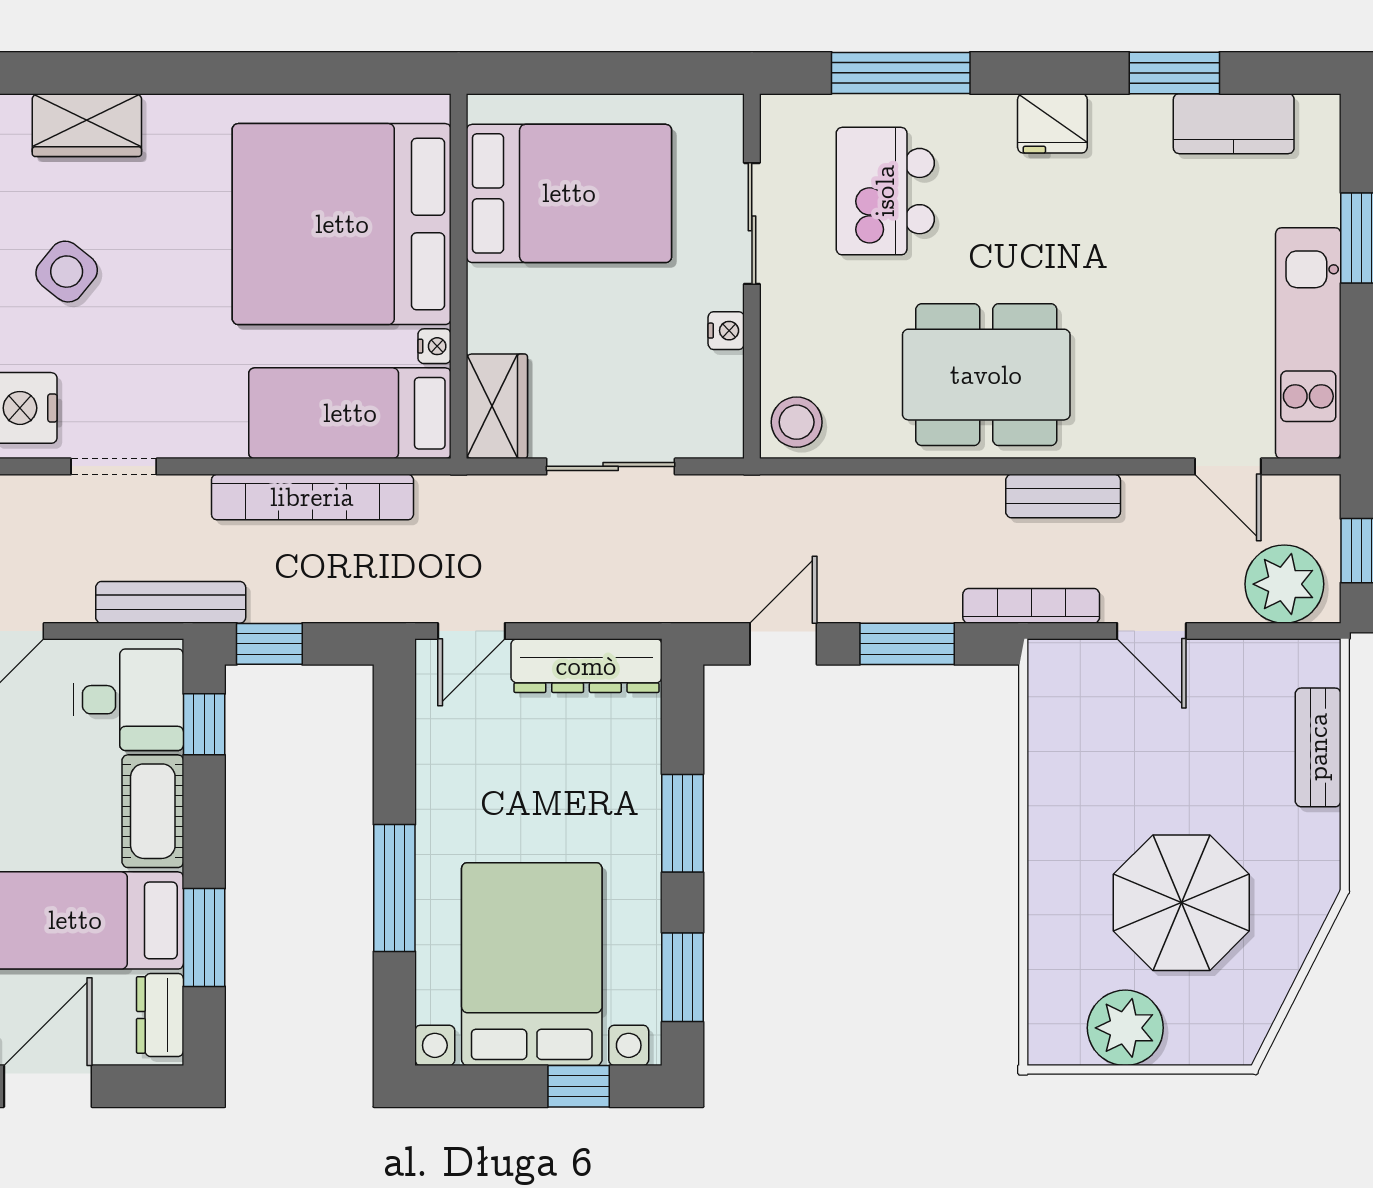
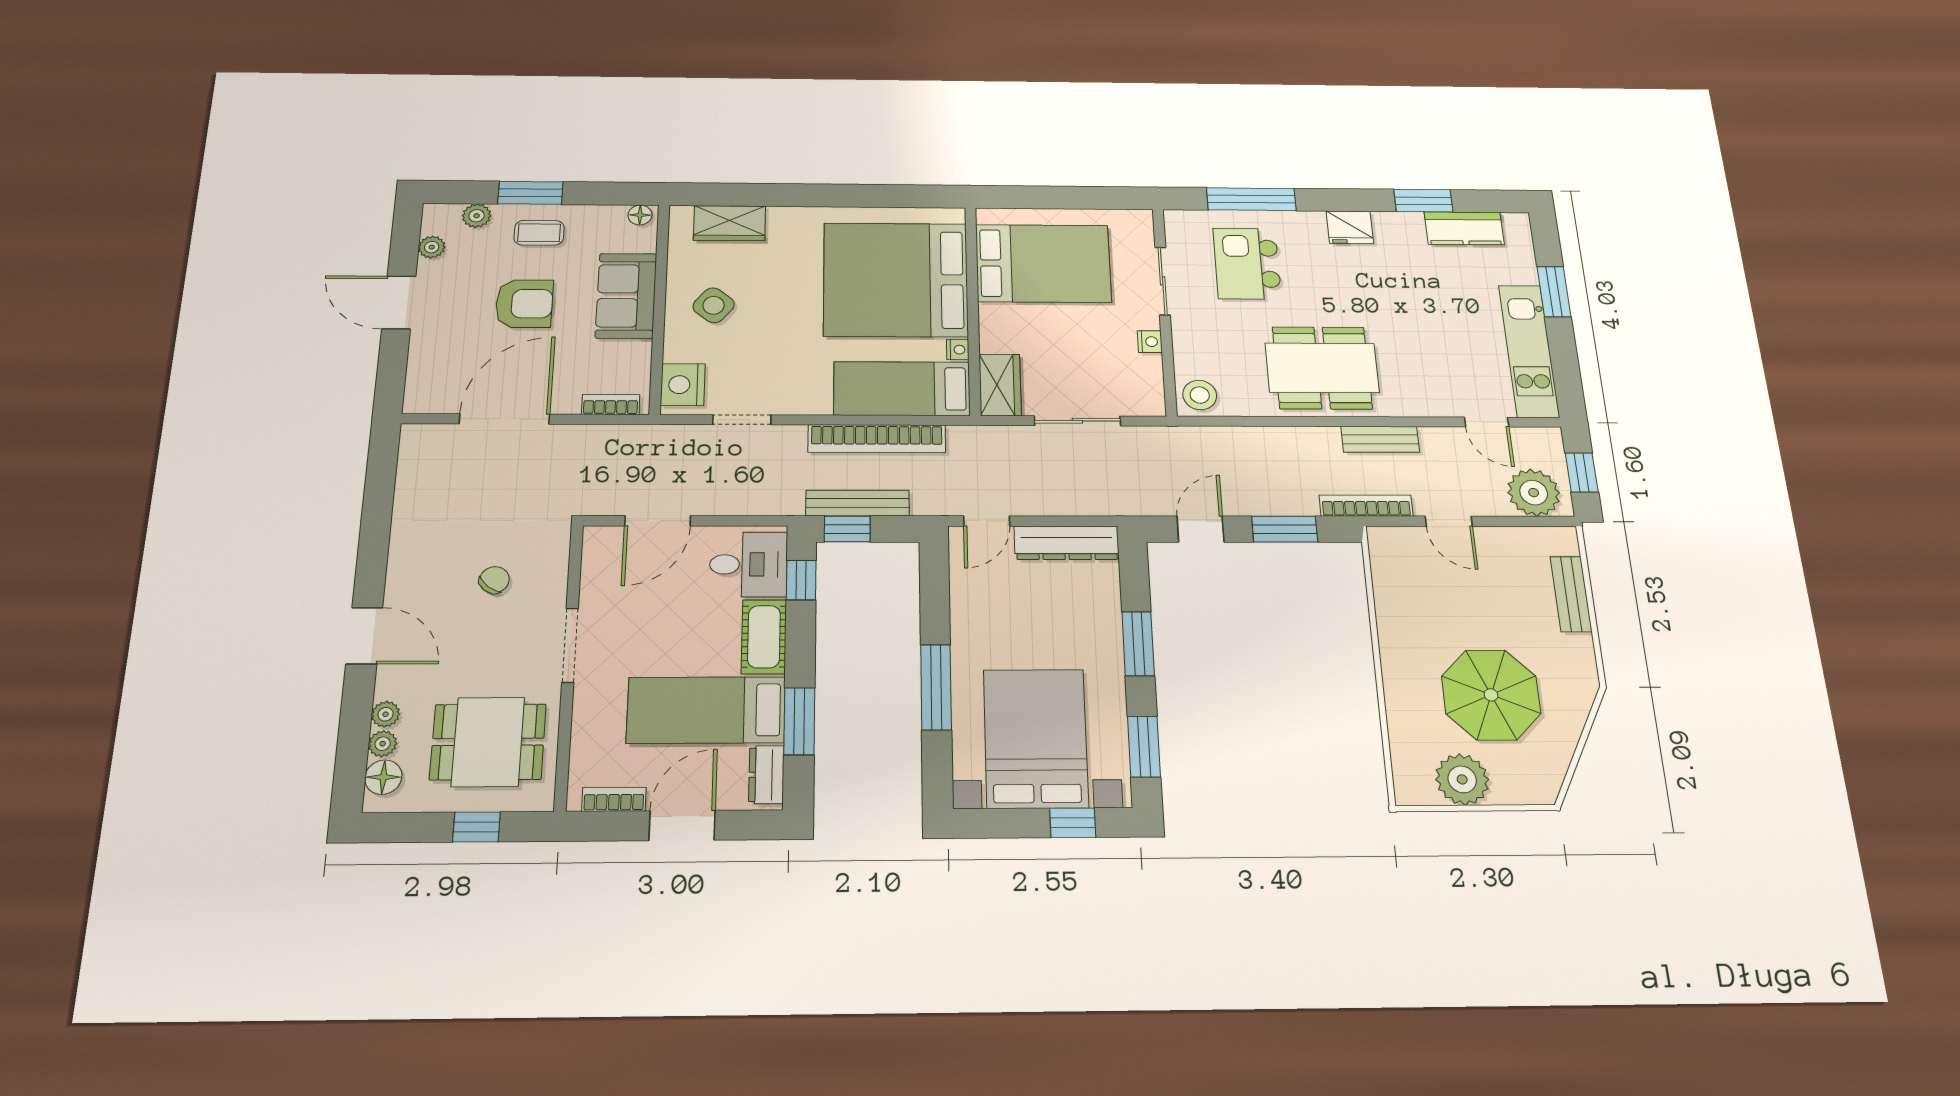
bench: (171, 602) -> (858, 503), moved

